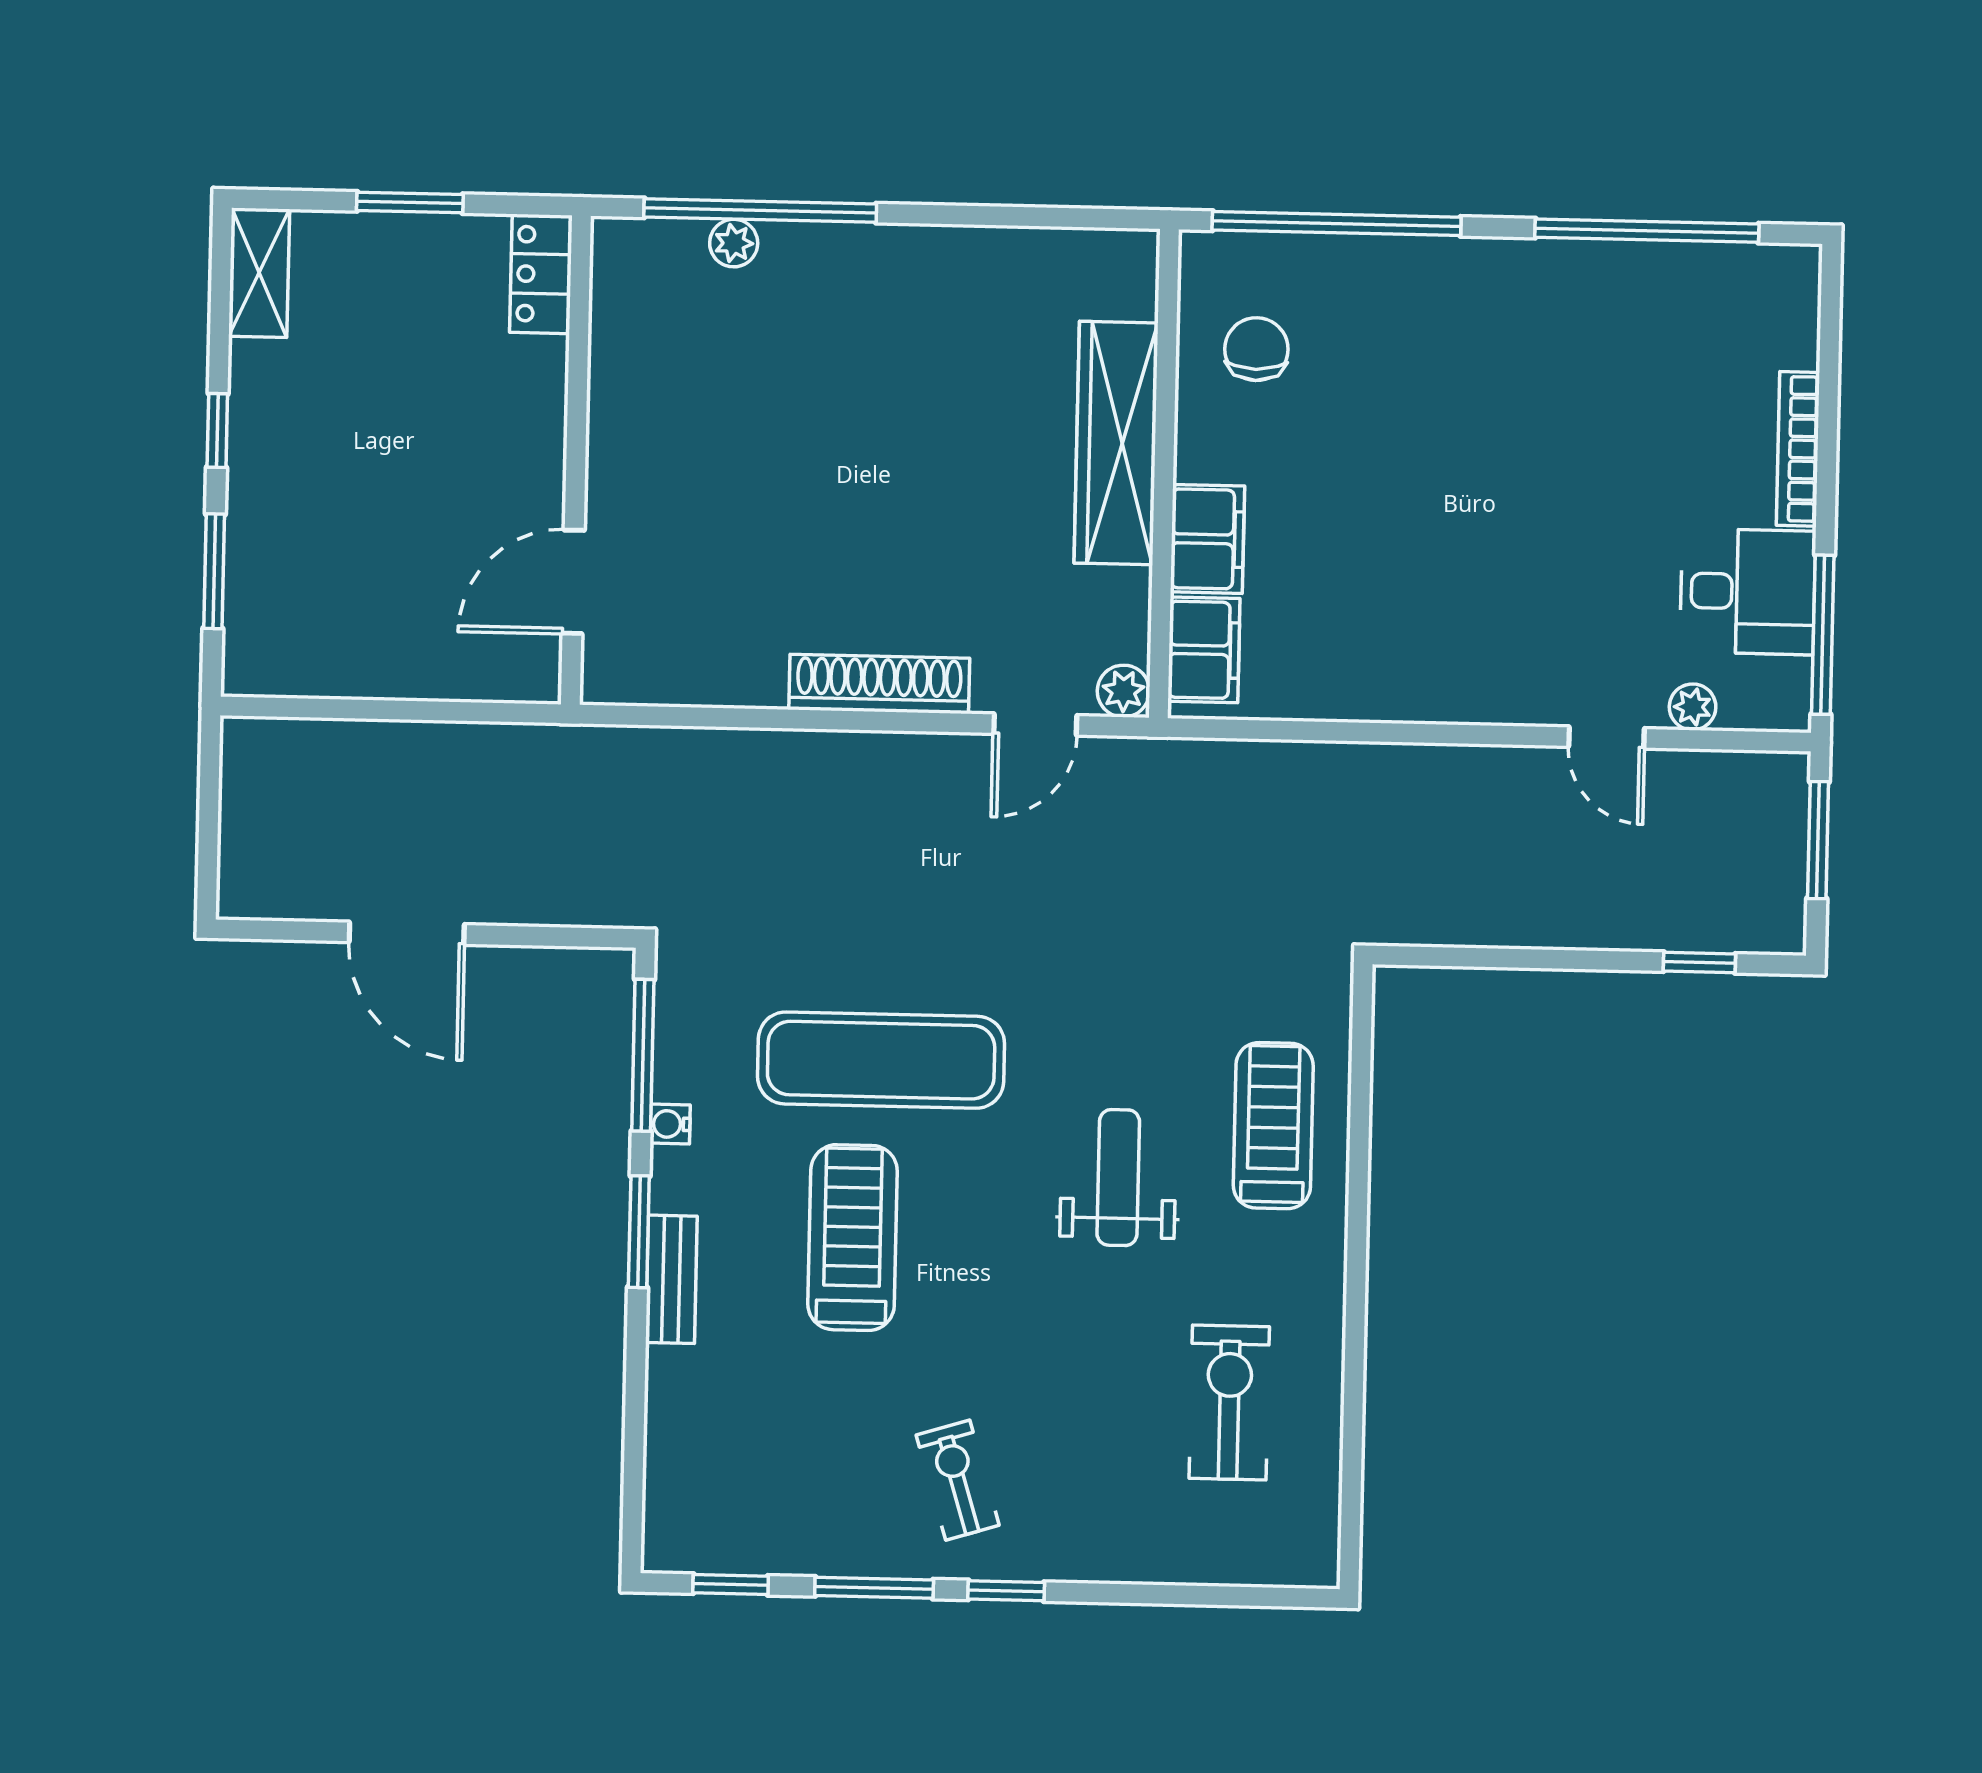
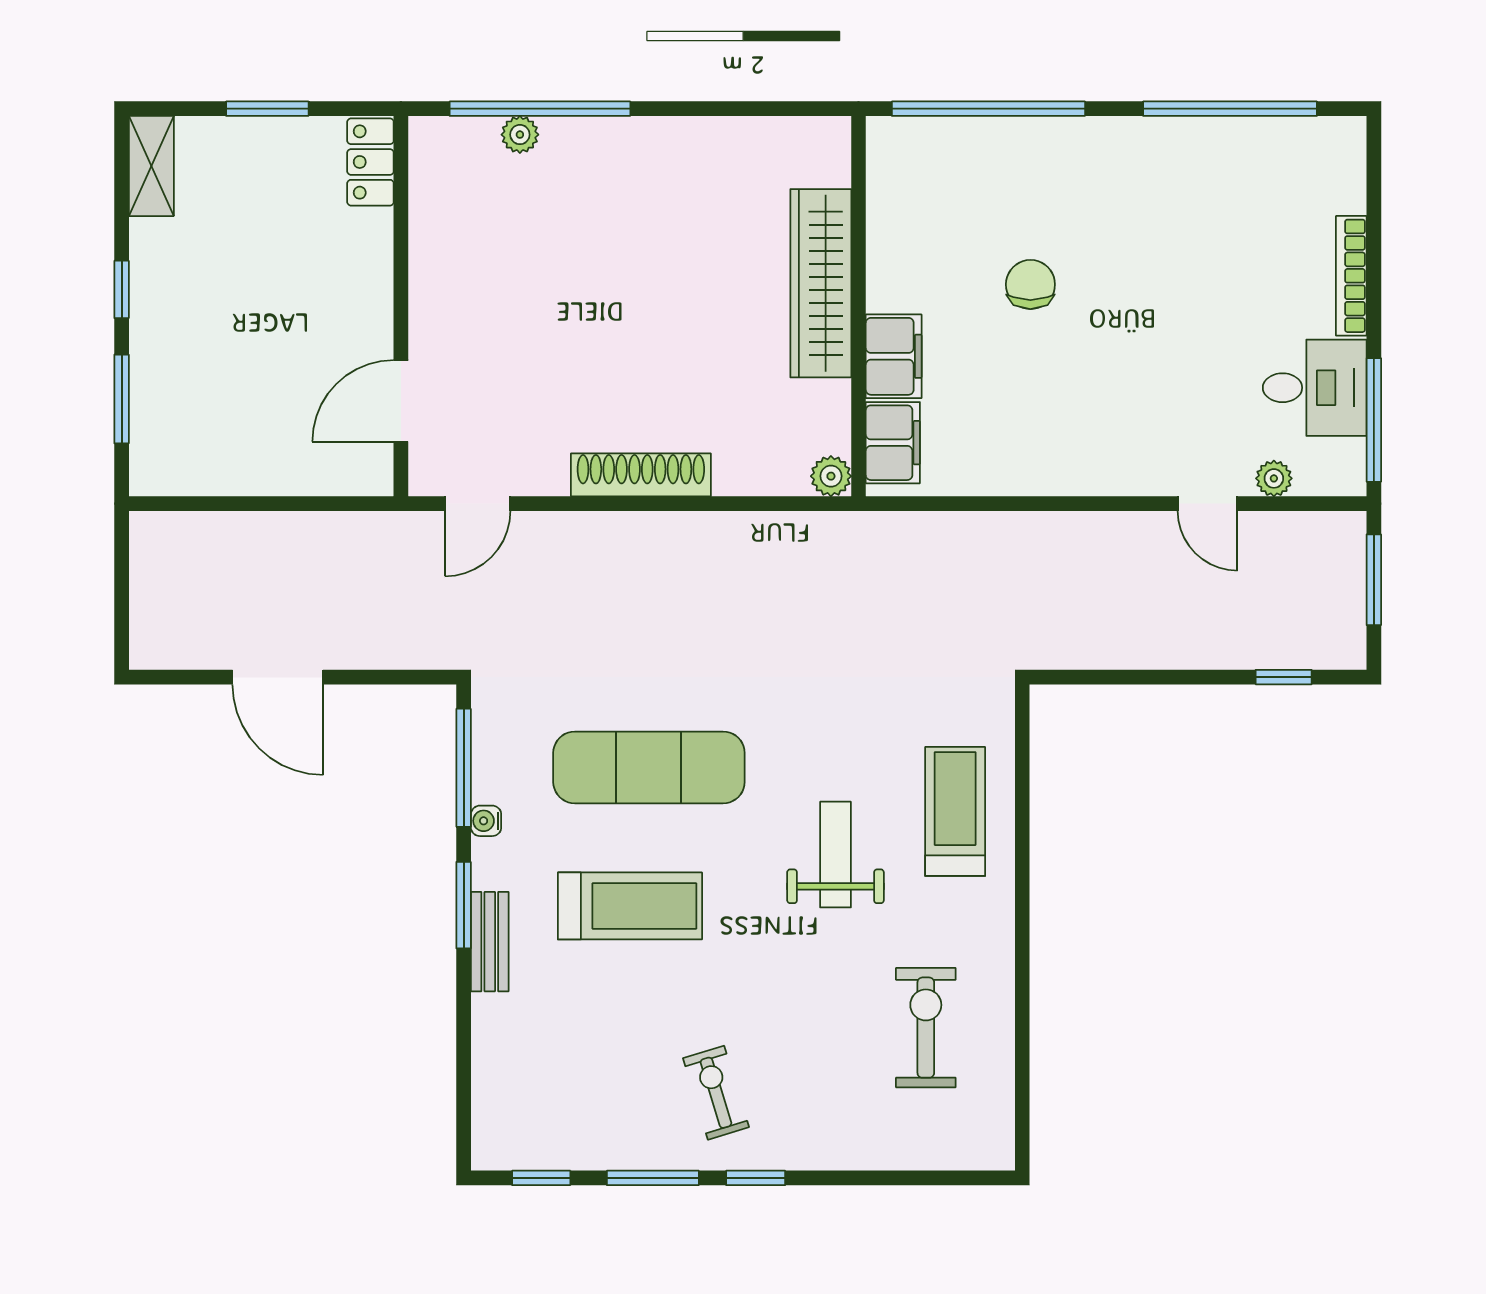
chair: (1256, 349) -> (1030, 284), moved
door: (1035, 724) -> (478, 504), moved
treadmill: (853, 1238) -> (630, 906), turned 90

